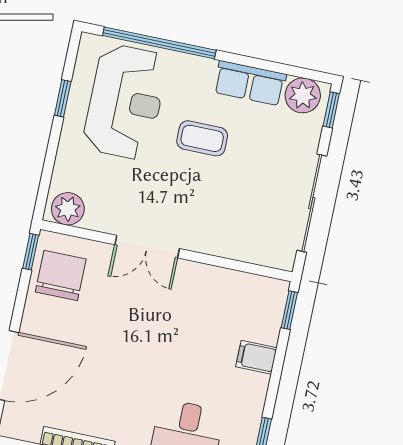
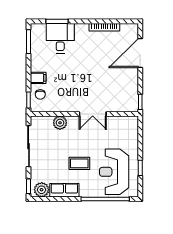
plant: (68, 209) -> (60, 123), moved
double door: (147, 247) -> (93, 114), swing flipped
chair: (61, 275) -> (40, 94), moved, width x0.54, depth x0.54

